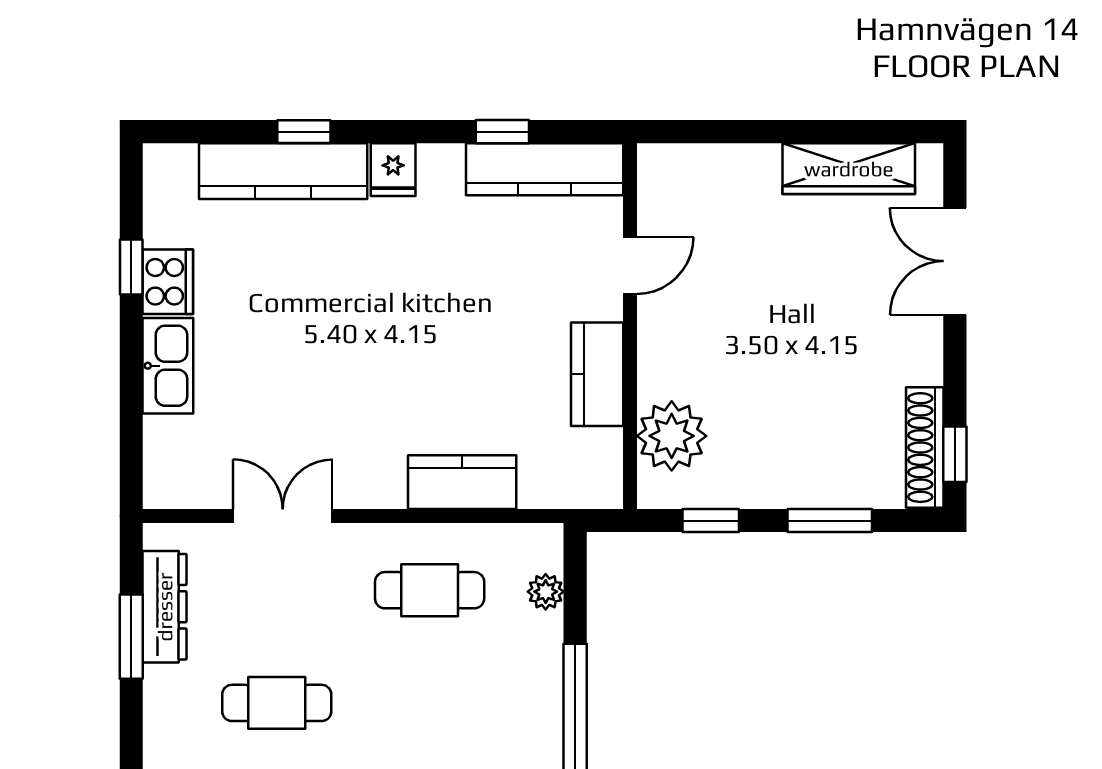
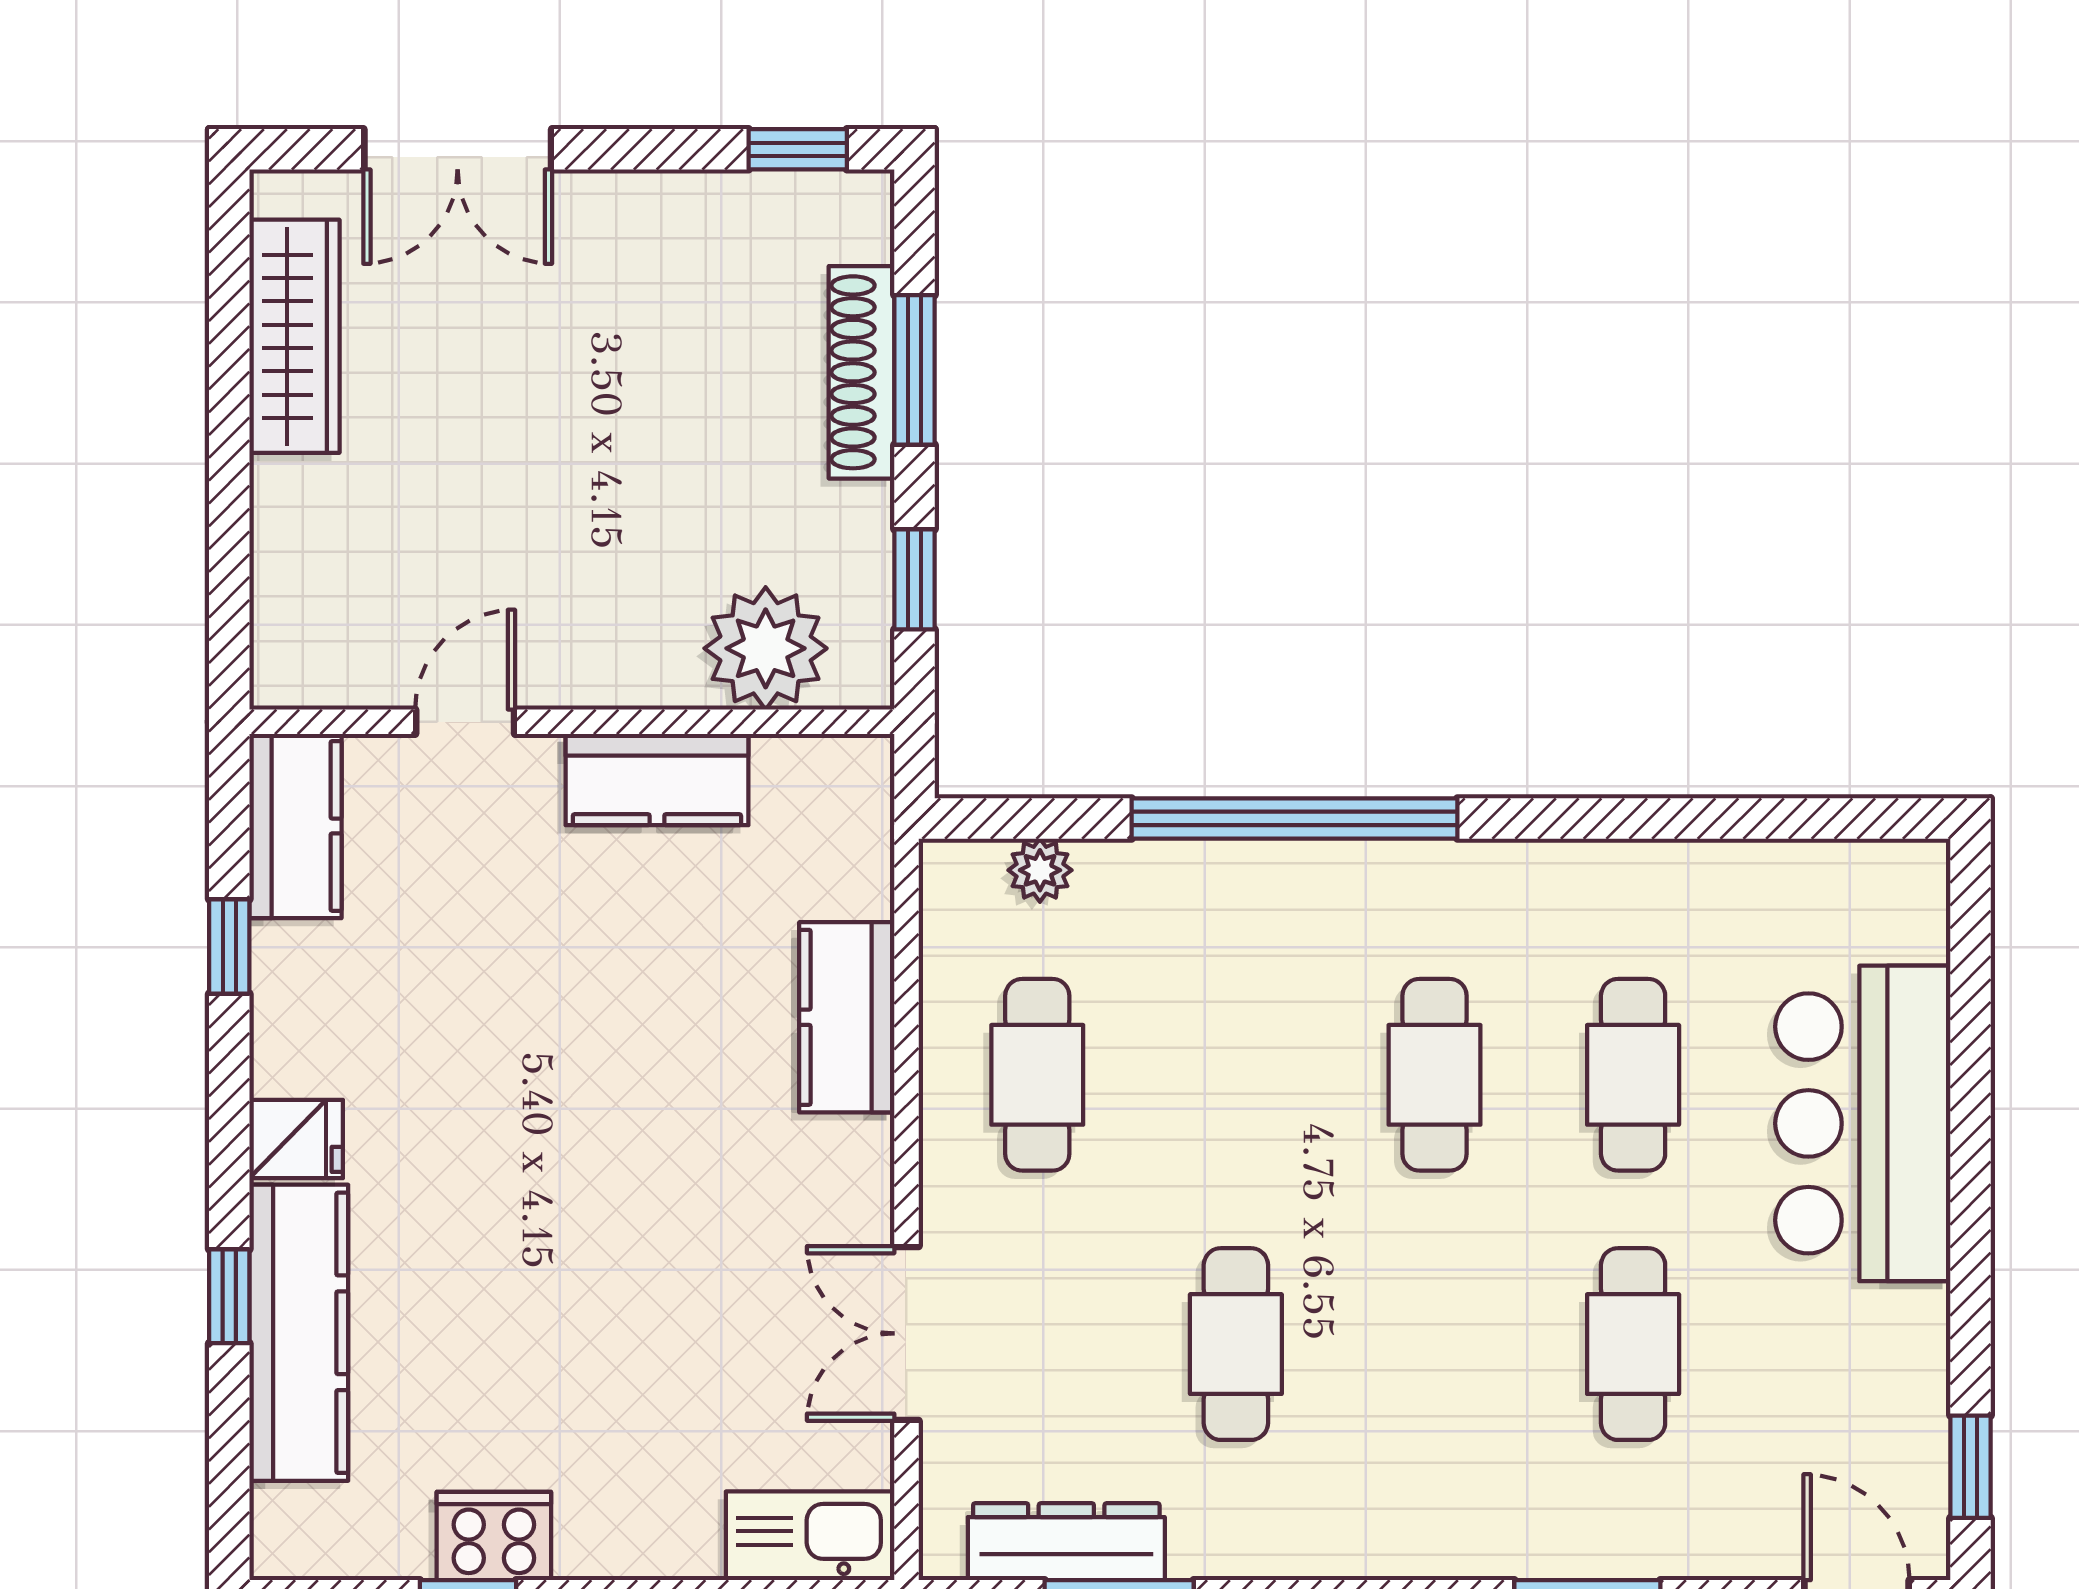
kitchen counter: (545, 169) -> (295, 826), width x0.67
door: (630, 265) -> (465, 722), hinge flipped
kitchen sink: (168, 366) -> (810, 1536), moved
shoe rack: (925, 448) -> (862, 372), moved, turned 90

